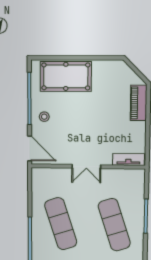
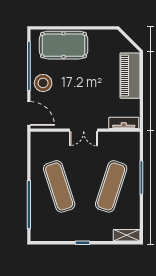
piano: (139, 103) -> (130, 76), width x1.37, depth x1.33
stool: (44, 117) -> (43, 83), width x1.89, depth x1.89
exercise mat: (114, 225) -> (111, 186), turned 36

